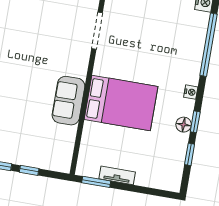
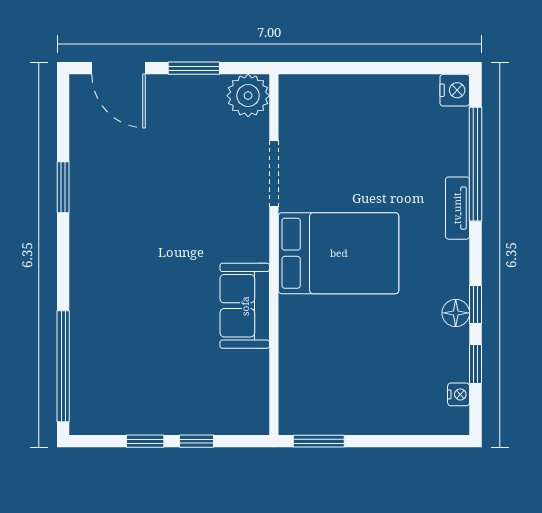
nightstand: (191, 92) -> (459, 394), moved
bed: (121, 103) -> (339, 253), moved
tv unit: (117, 175) -> (457, 208), moved, turned -90

